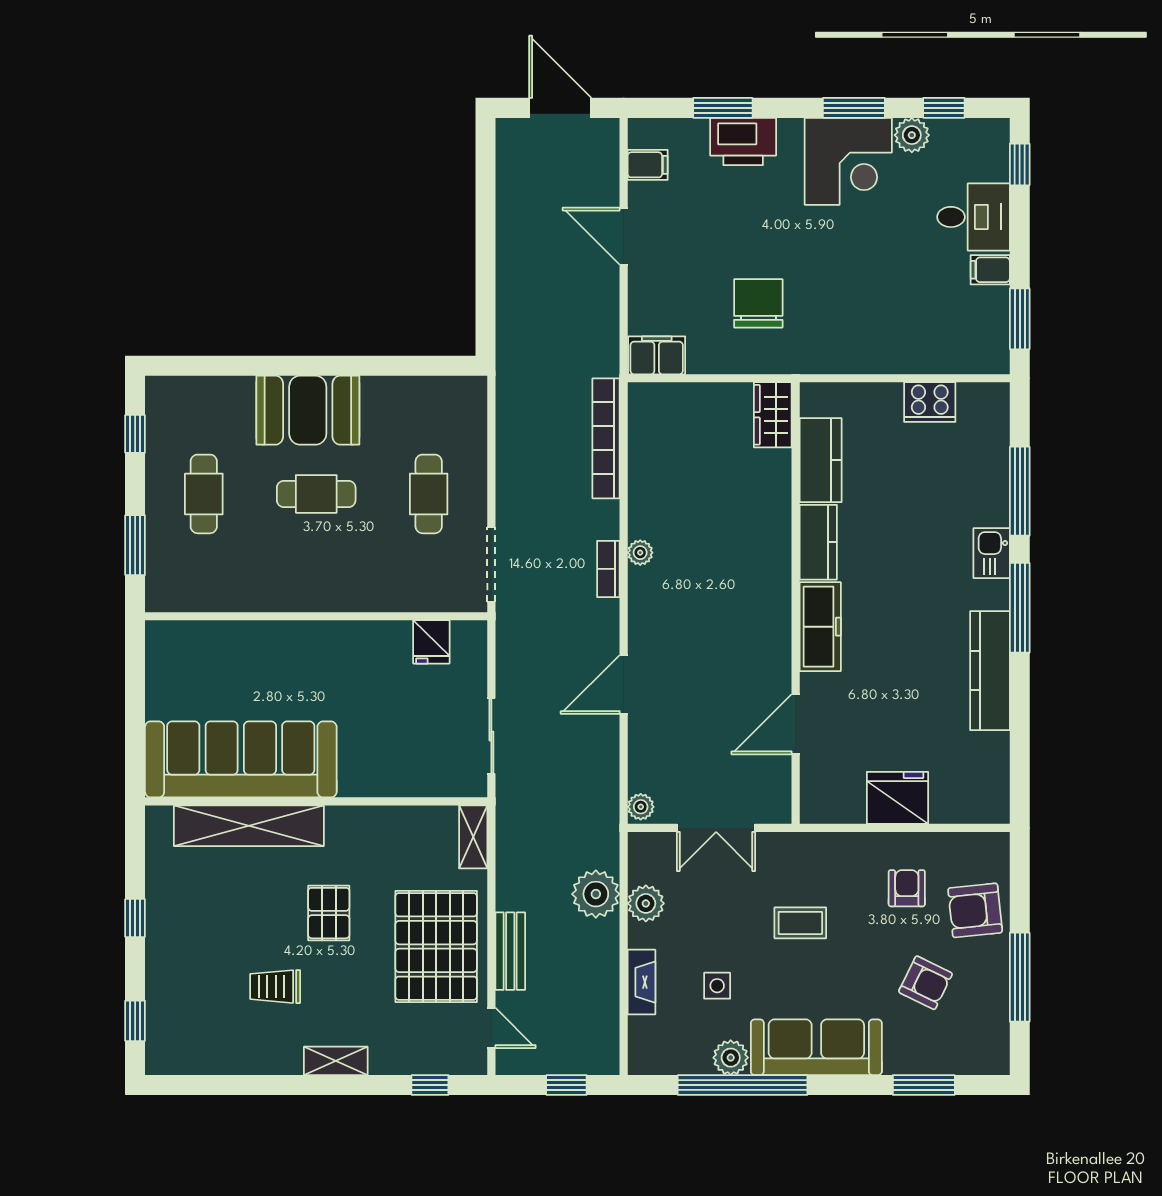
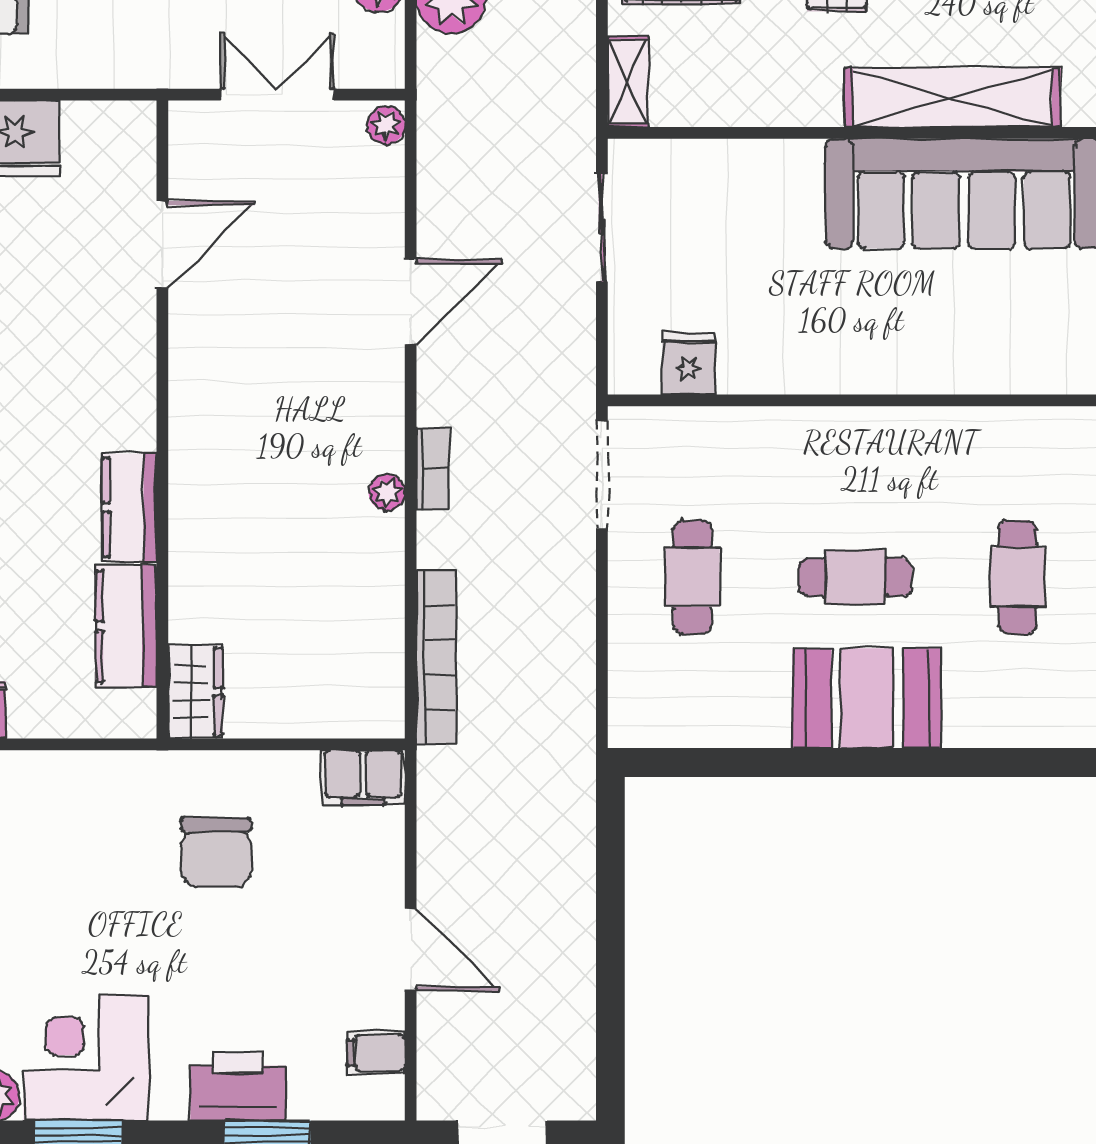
freezer: (820, 627) -> (127, 385), removed

